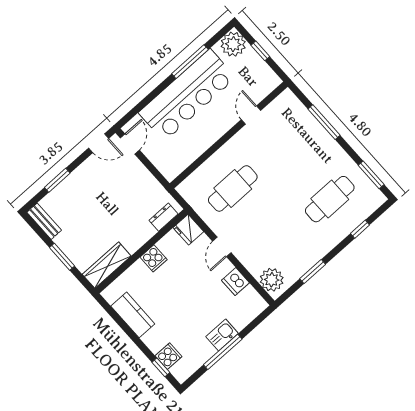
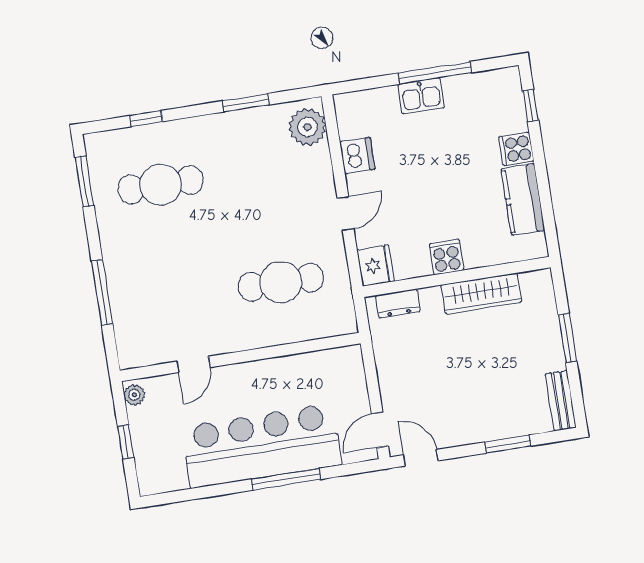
plant: (233, 44) -> (134, 395), moved, width x0.53, depth x0.53
window: (190, 62) -> (286, 479), moved
wardrobe: (107, 265) -> (481, 294), moved
cooker: (168, 356) -> (516, 149), moved

